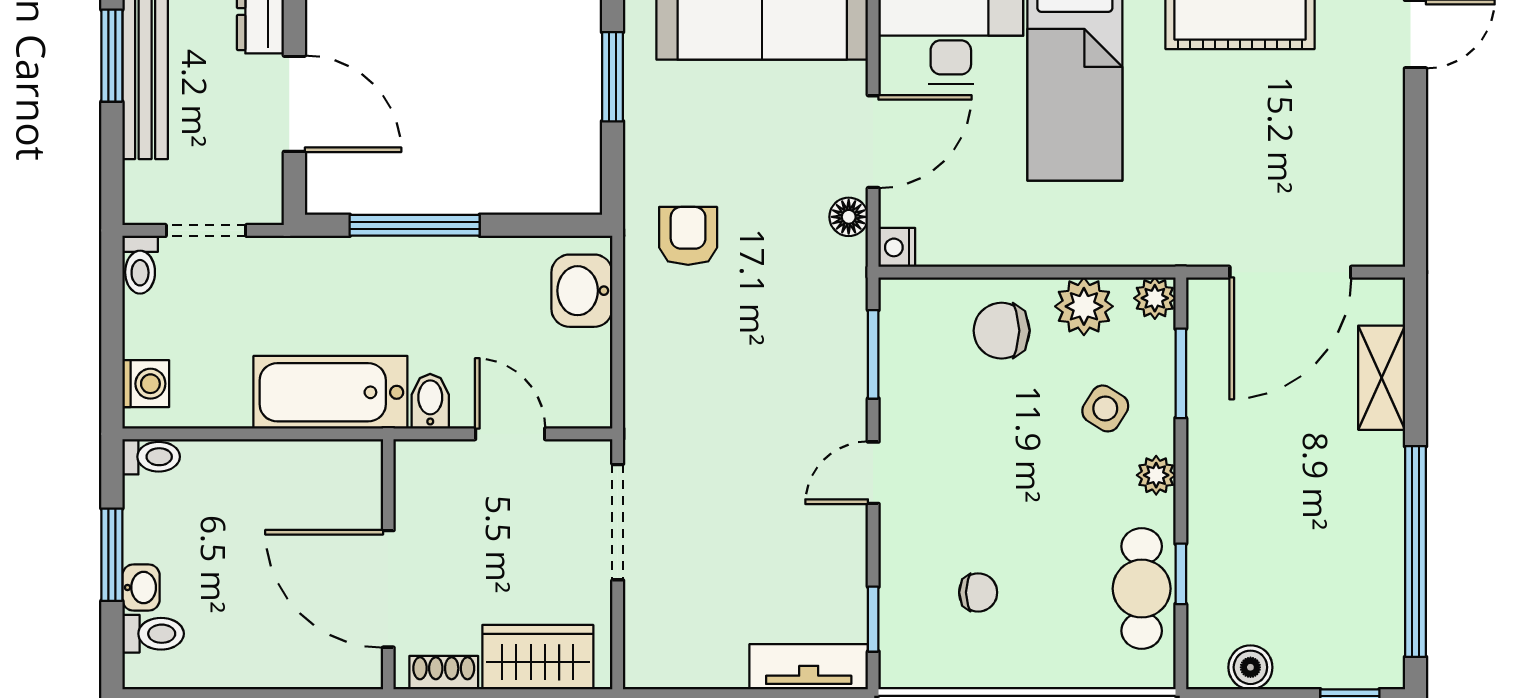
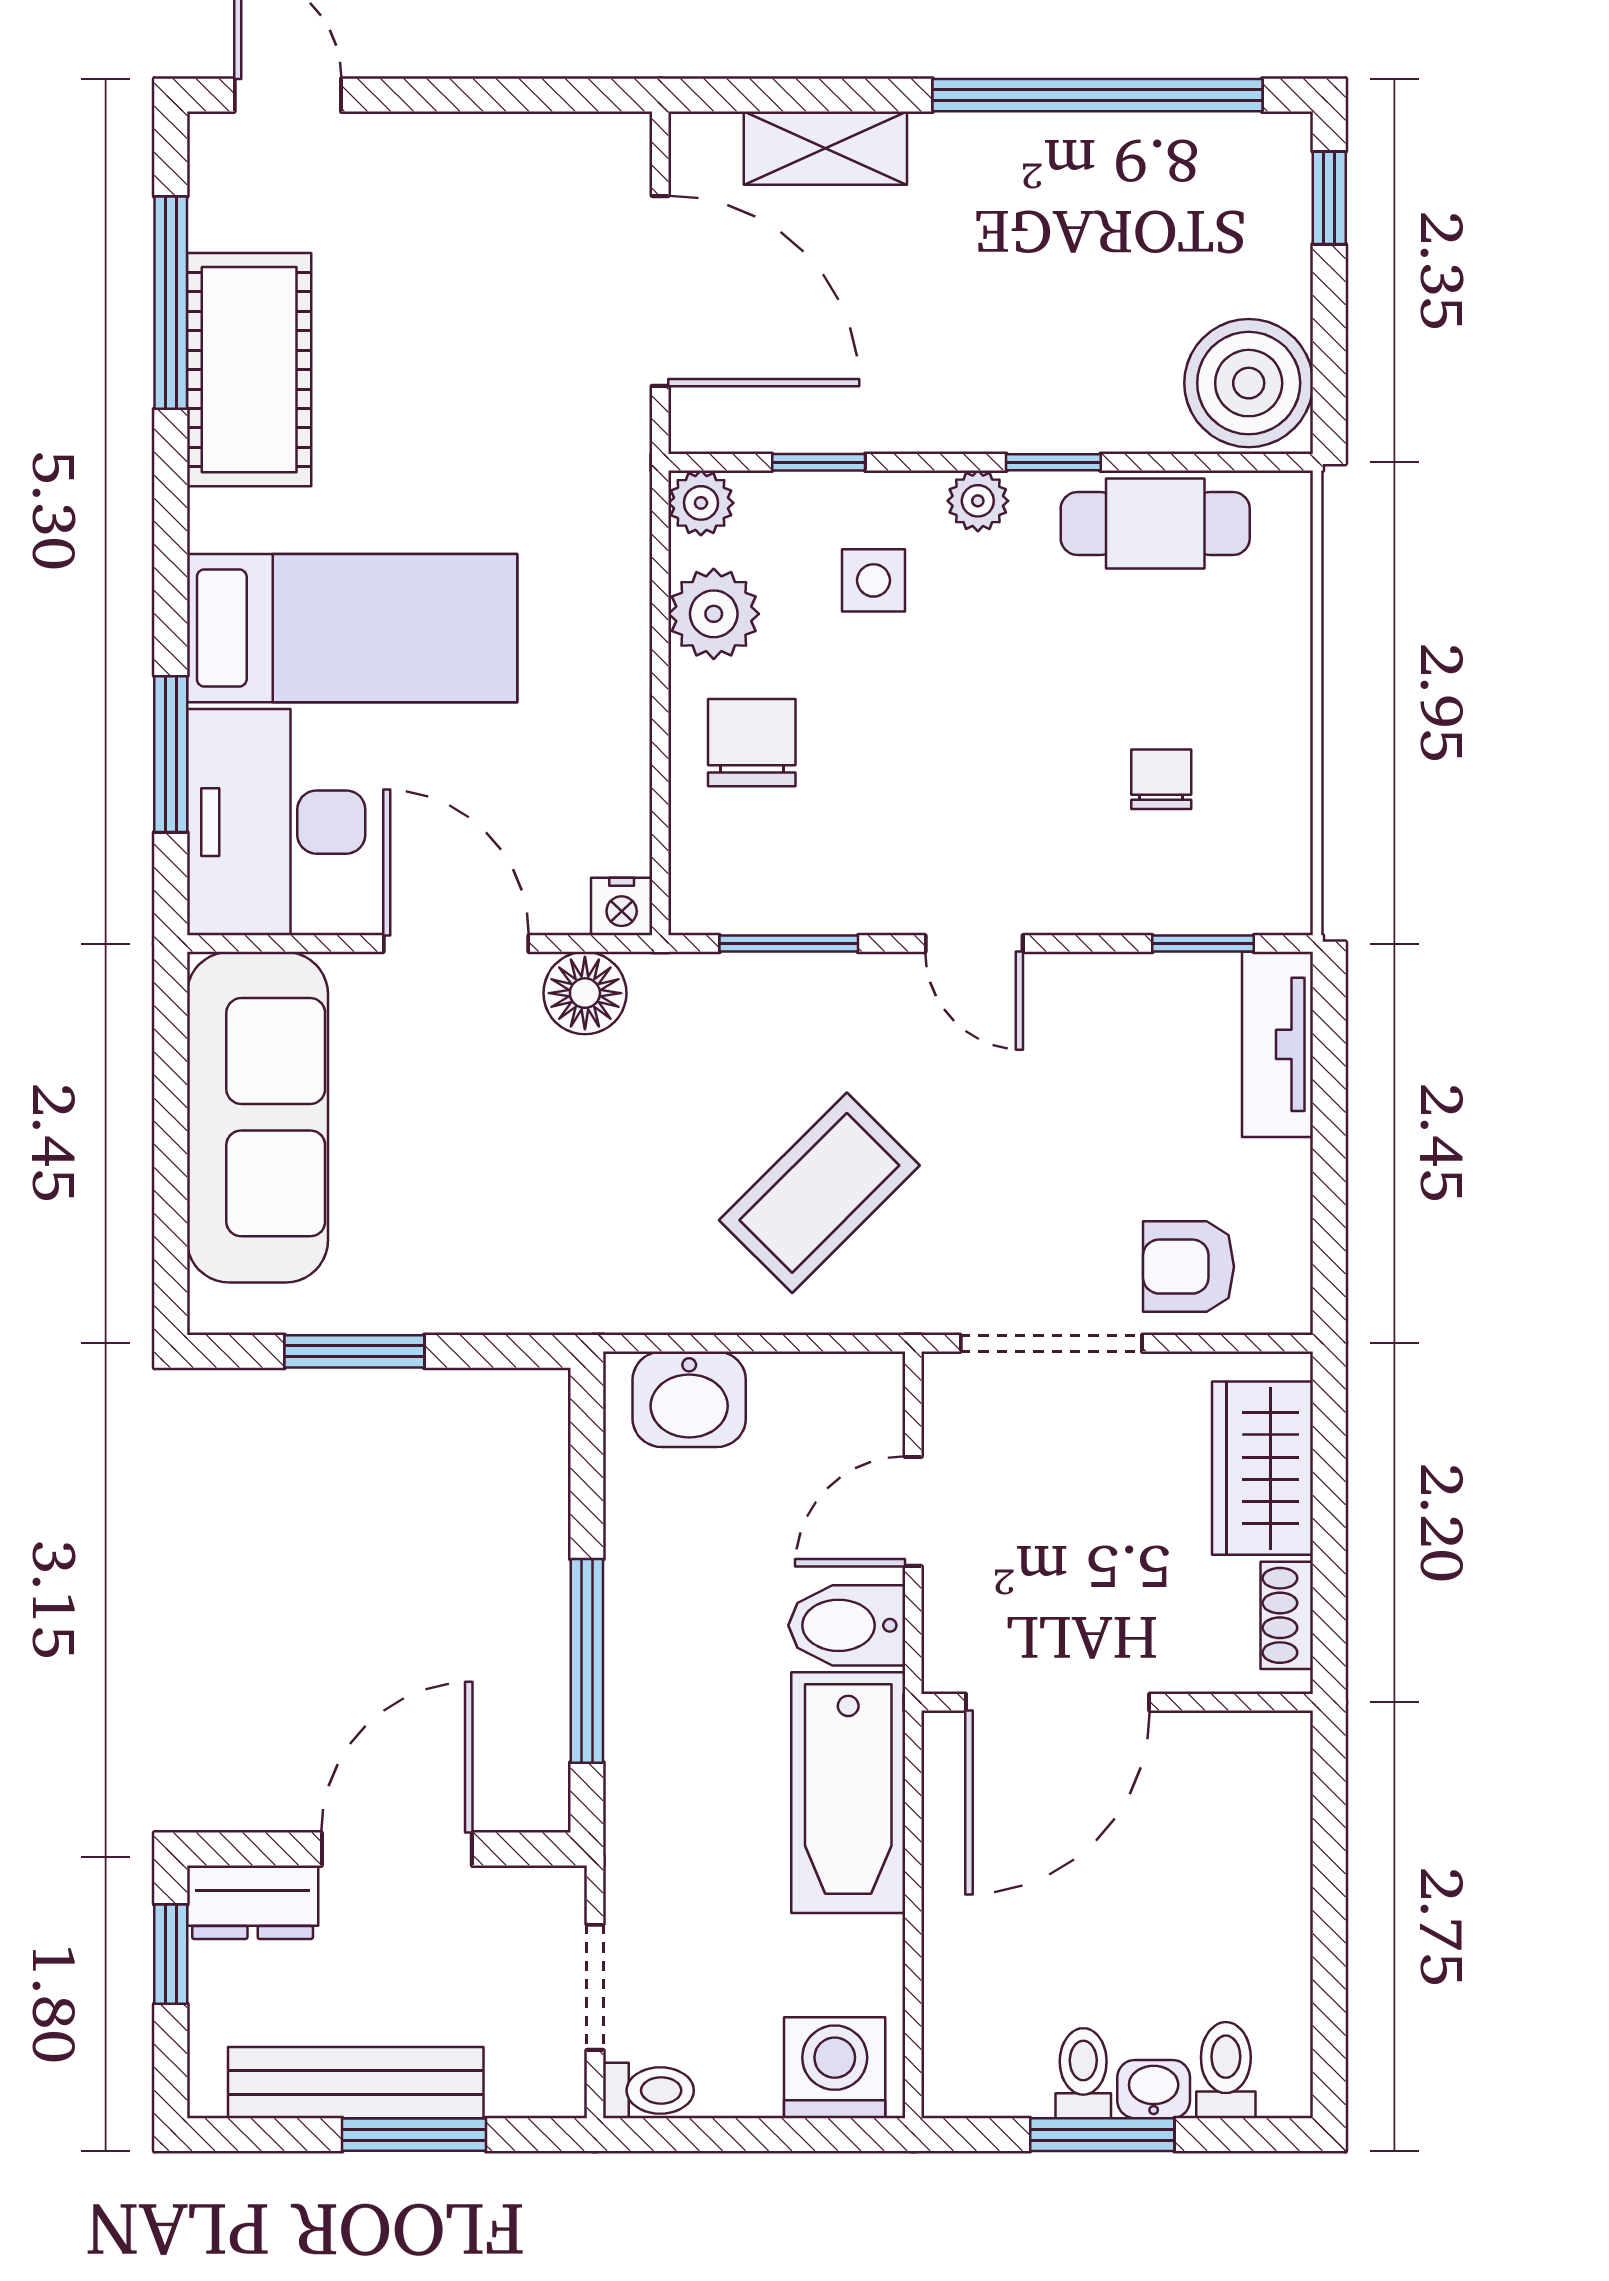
window: (112, 56) -> (414, 2135), moved
floor lamp: (849, 217) -> (585, 993), width x1.37, depth x1.37
armchair: (688, 236) -> (1188, 1267), moved
chair: (1002, 331) -> (752, 743), turned 180
window: (1181, 373) -> (819, 462), width x0.67
coffee table: (714, 374) -> (819, 1193), added
washing machine: (146, 384) -> (835, 2068), width x1.38, depth x1.38
bidet: (430, 401) -> (847, 1625), width x1.38, depth x1.36
side table: (1105, 408) -> (874, 580), turned -32
toilet: (151, 457) -> (1083, 2073), moved
window: (1181, 574) -> (1053, 462), moved
door: (388, 589) -> (1058, 1702), moved
boiler: (1250, 667) -> (1249, 383), width x1.86, depth x1.86

